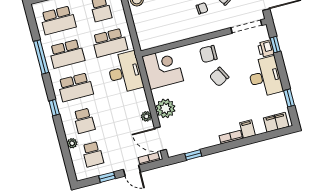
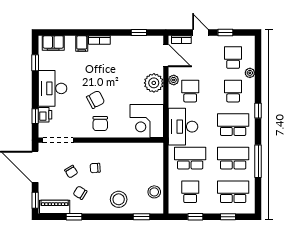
chair: (208, 54) -> (100, 124), turned 90
school desk: (127, 110) -> (190, 91), added

